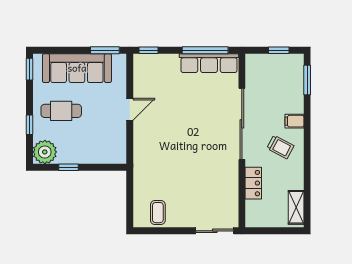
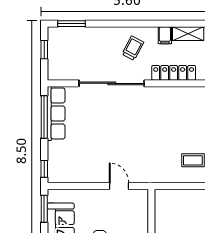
door: (130, 109) -> (119, 186), moved
filing cabinet: (294, 121) -> (165, 35), moved
locker: (253, 183) -> (174, 73), width x1.53

